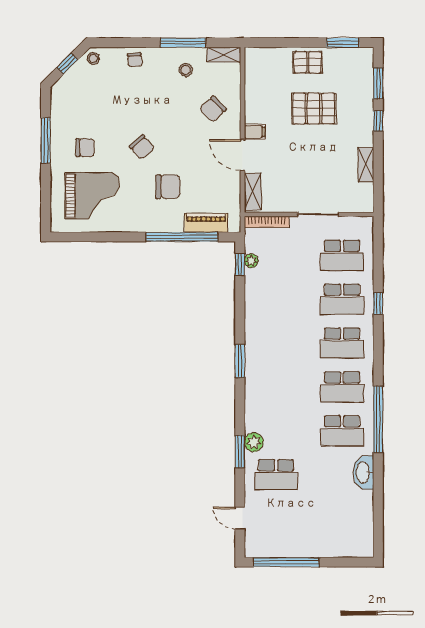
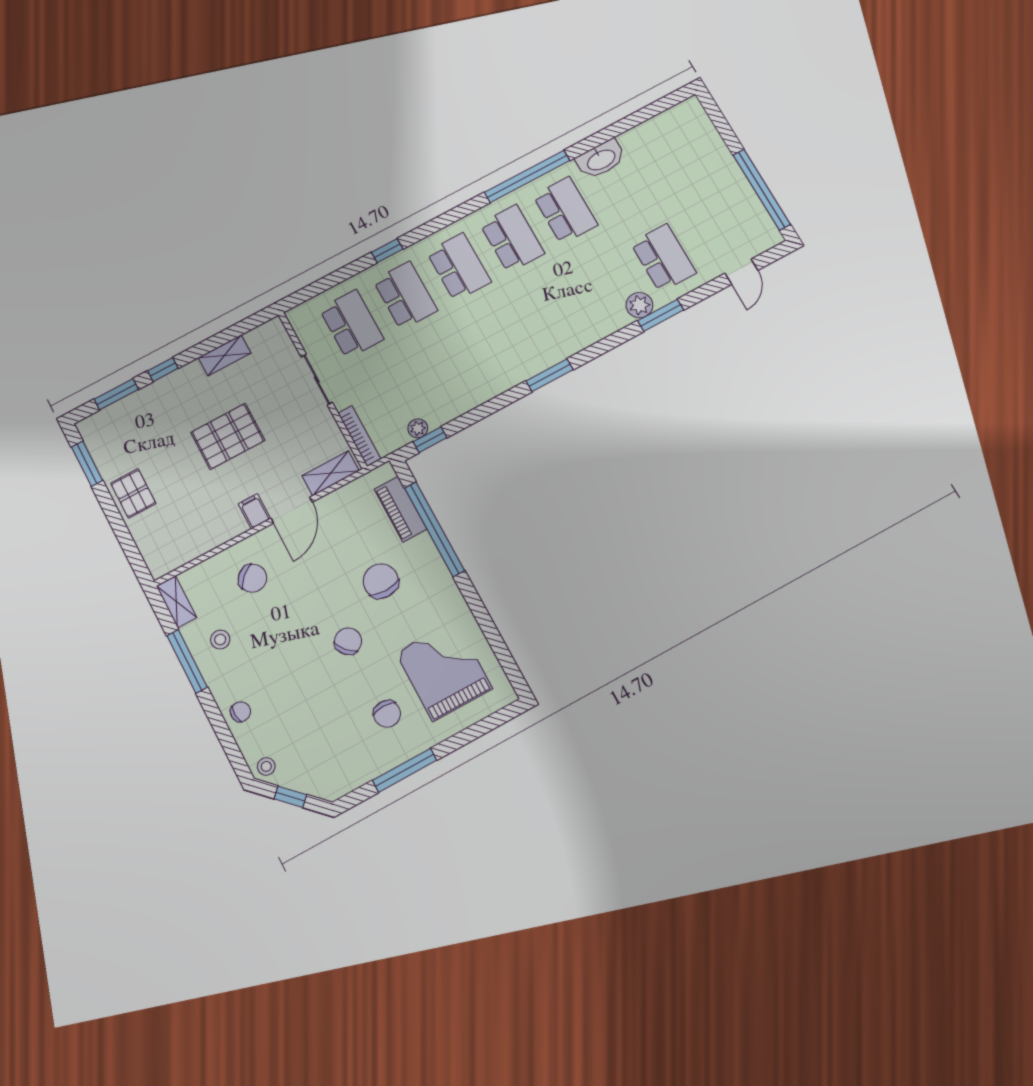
pallet: (314, 108) -> (228, 436), moved, turned 90
chair: (85, 148) -> (387, 714), turned 180

